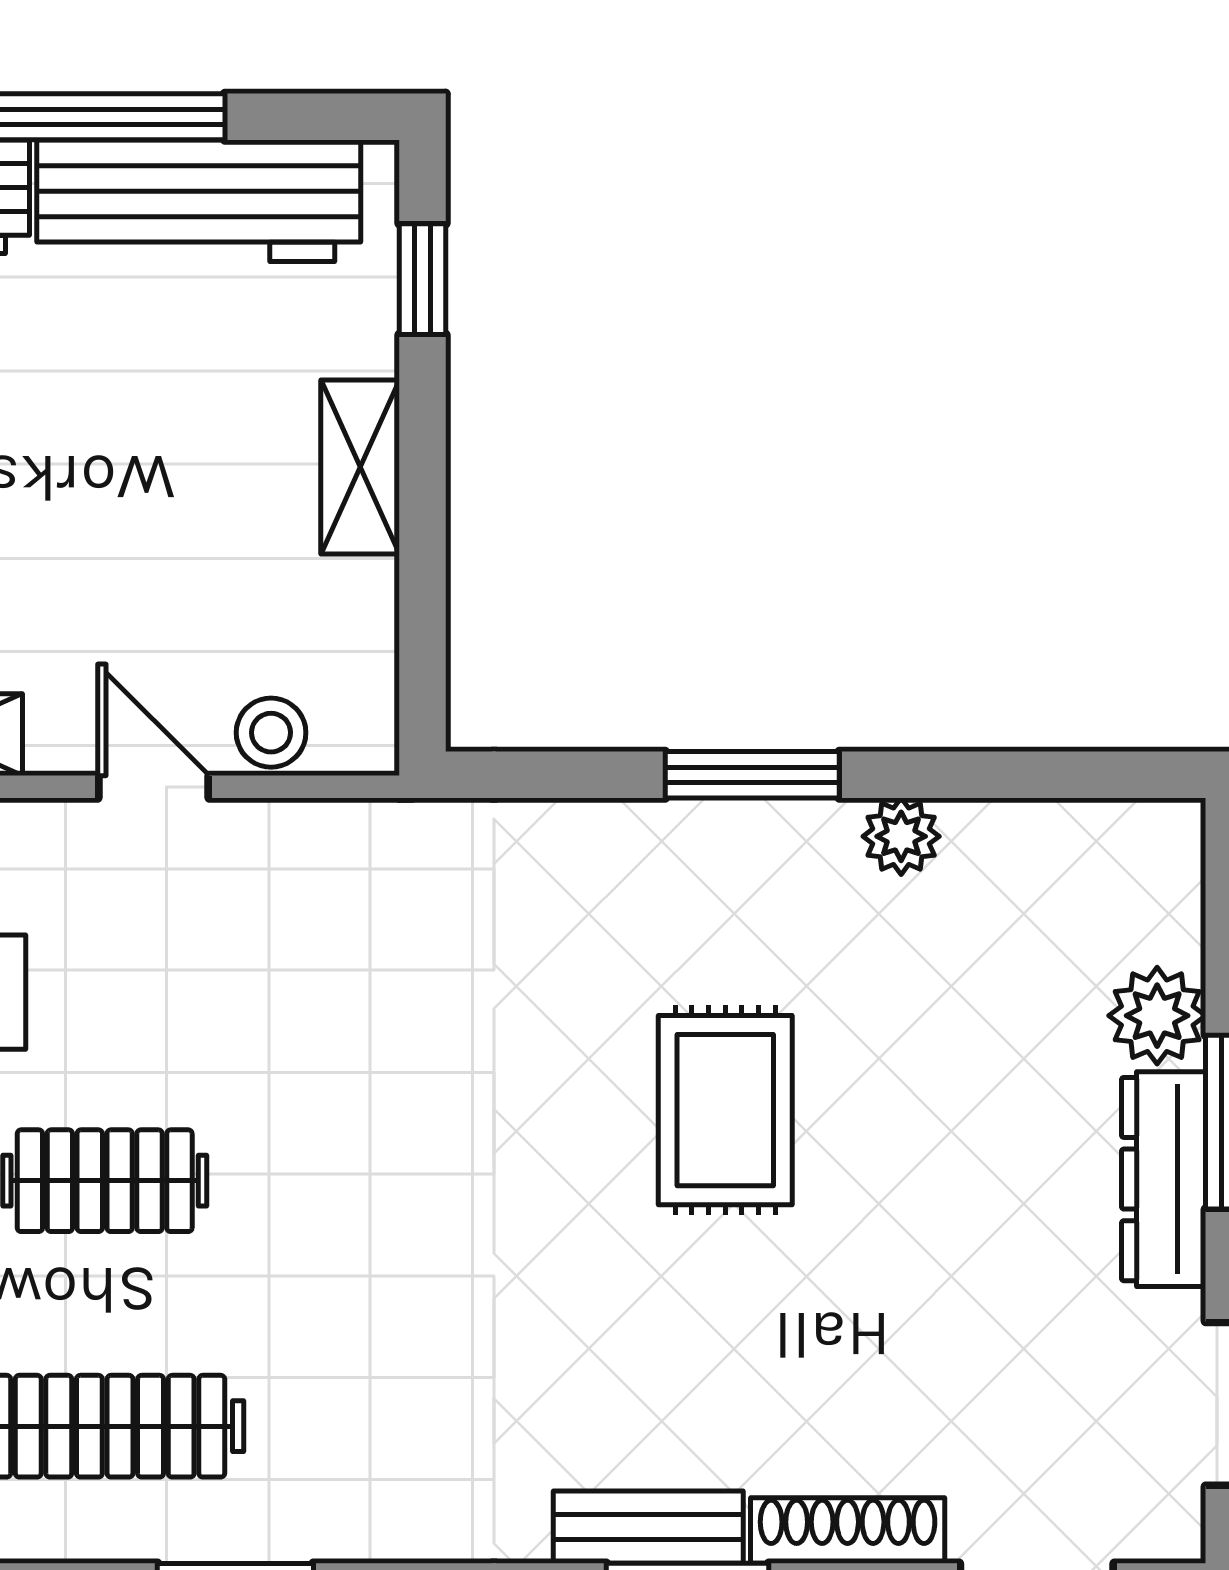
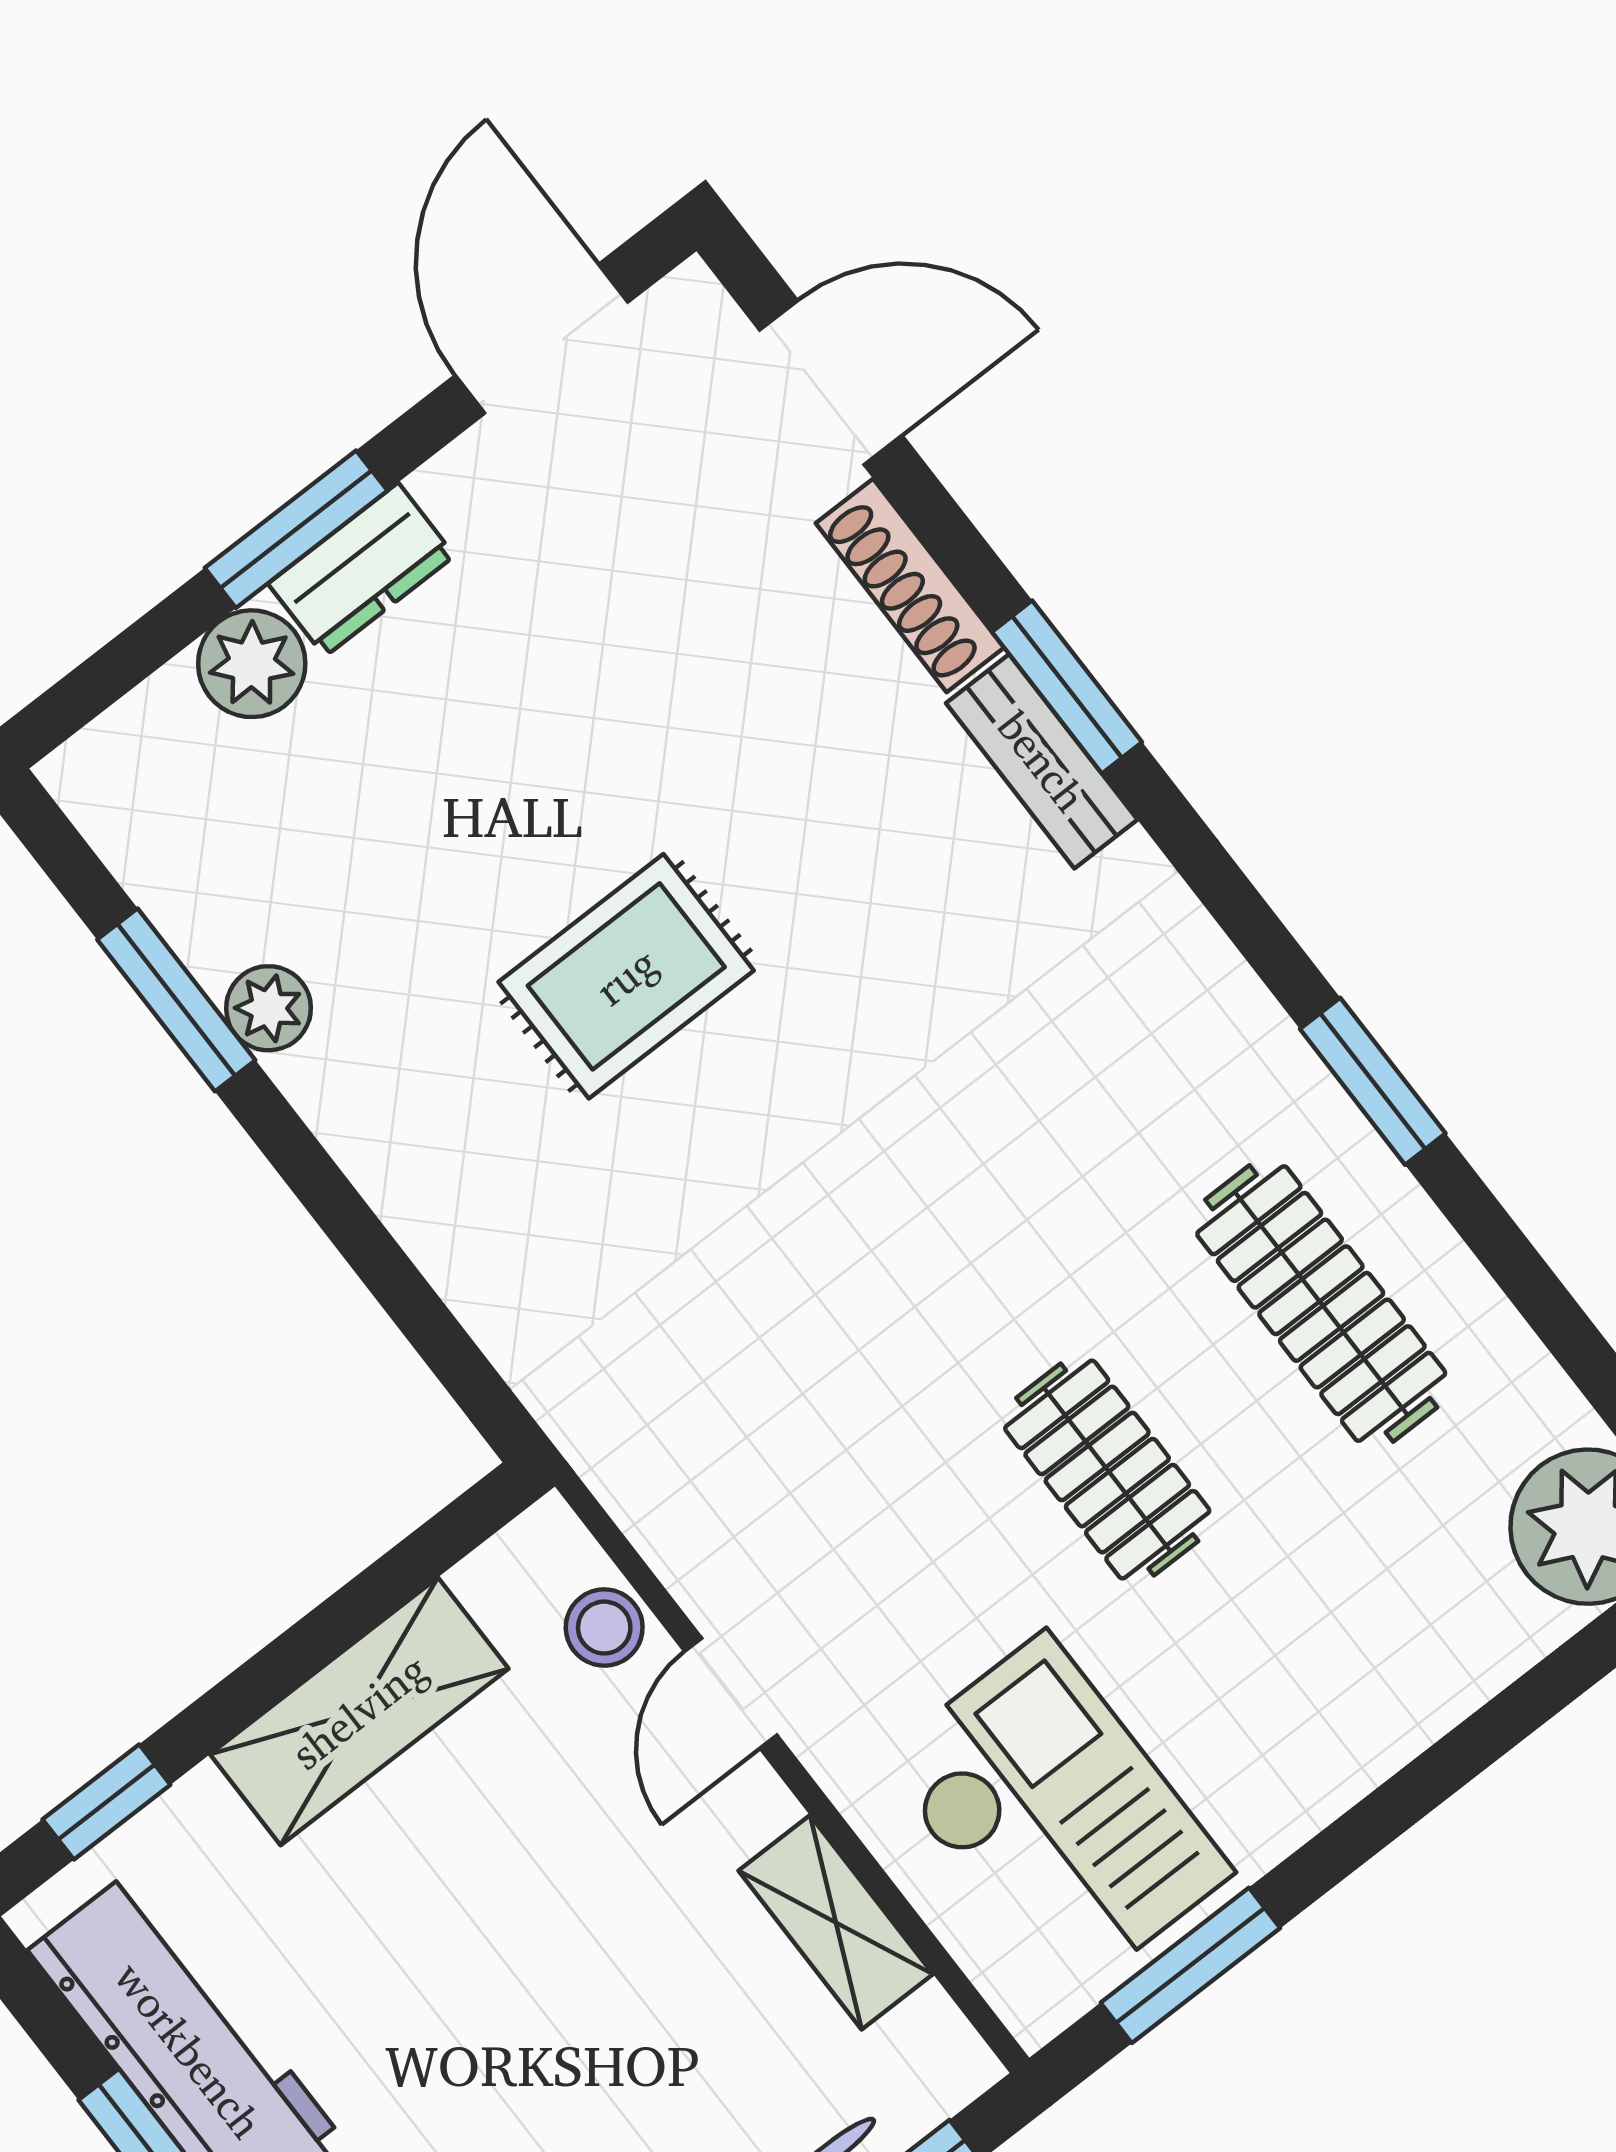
shelving: (360, 467) -> (359, 1711), width x1.50, depth x1.33
window: (752, 775) -> (176, 1000), moved
dresser: (1164, 1179) -> (361, 570), width x0.70

